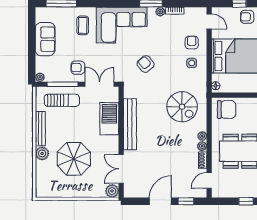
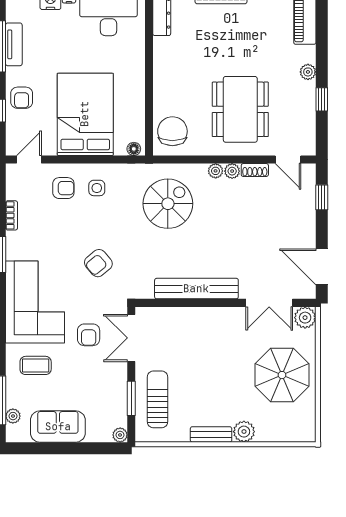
plant: (160, 12) -> (13, 416), moved
armchair: (192, 43) -> (63, 188), turned 180
armchair: (78, 68) -> (89, 335), moved
window: (62, 84) -> (131, 398), width x0.69
barbecue: (109, 119) -> (187, 322), removed
bench: (40, 129) -> (211, 434), width x0.73
parasol: (74, 159) -> (282, 375), moved
door: (160, 201) -> (322, 267), moved

